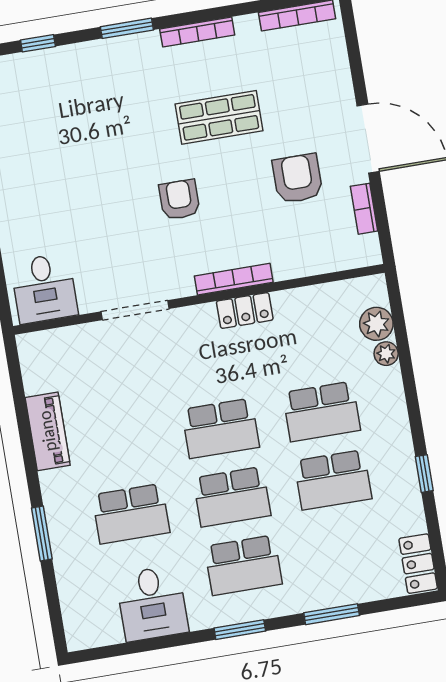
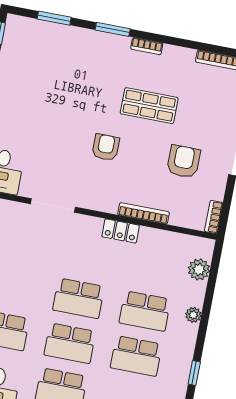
bookcase: (197, 32) -> (147, 46), width x0.64
window: (38, 43) -> (54, 18), width x1.50
bookcase: (364, 209) -> (214, 217), moved
bookcase: (234, 279) -> (144, 213), moved
plant: (386, 354) -> (193, 315), moved

